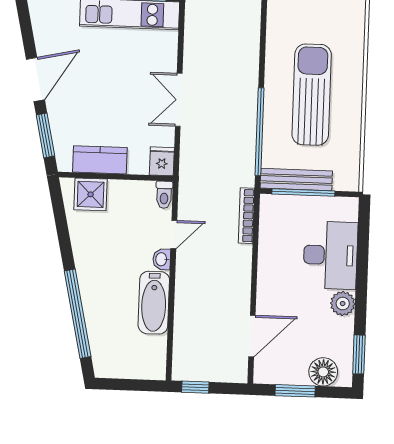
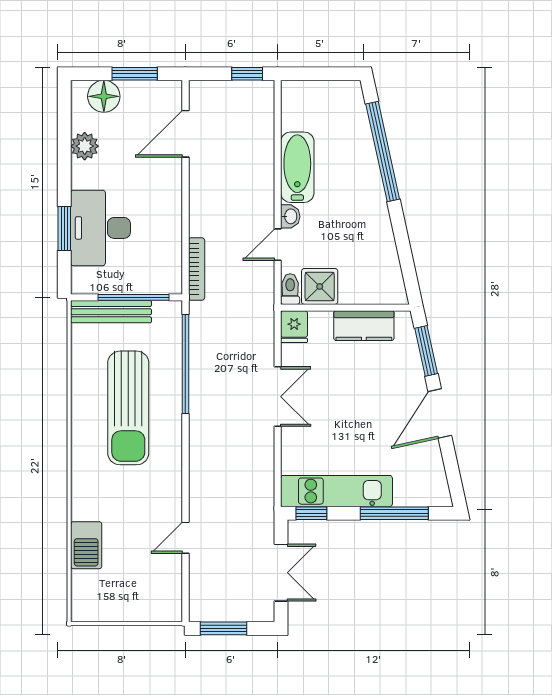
bench: (296, 179) -> (111, 312), moved
shower: (91, 194) -> (320, 286), moved
plant: (343, 304) -> (85, 146), moved
window: (359, 354) -> (64, 228), moved

